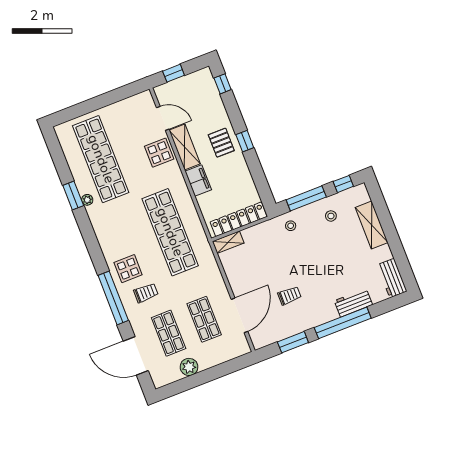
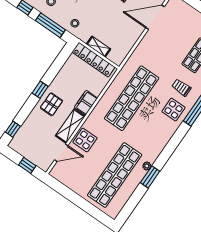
door: (163, 118) -> (61, 153), swing flipped
shelving: (228, 242) -> (99, 47), moved
shop shelf: (204, 319) -> (173, 38), removed

